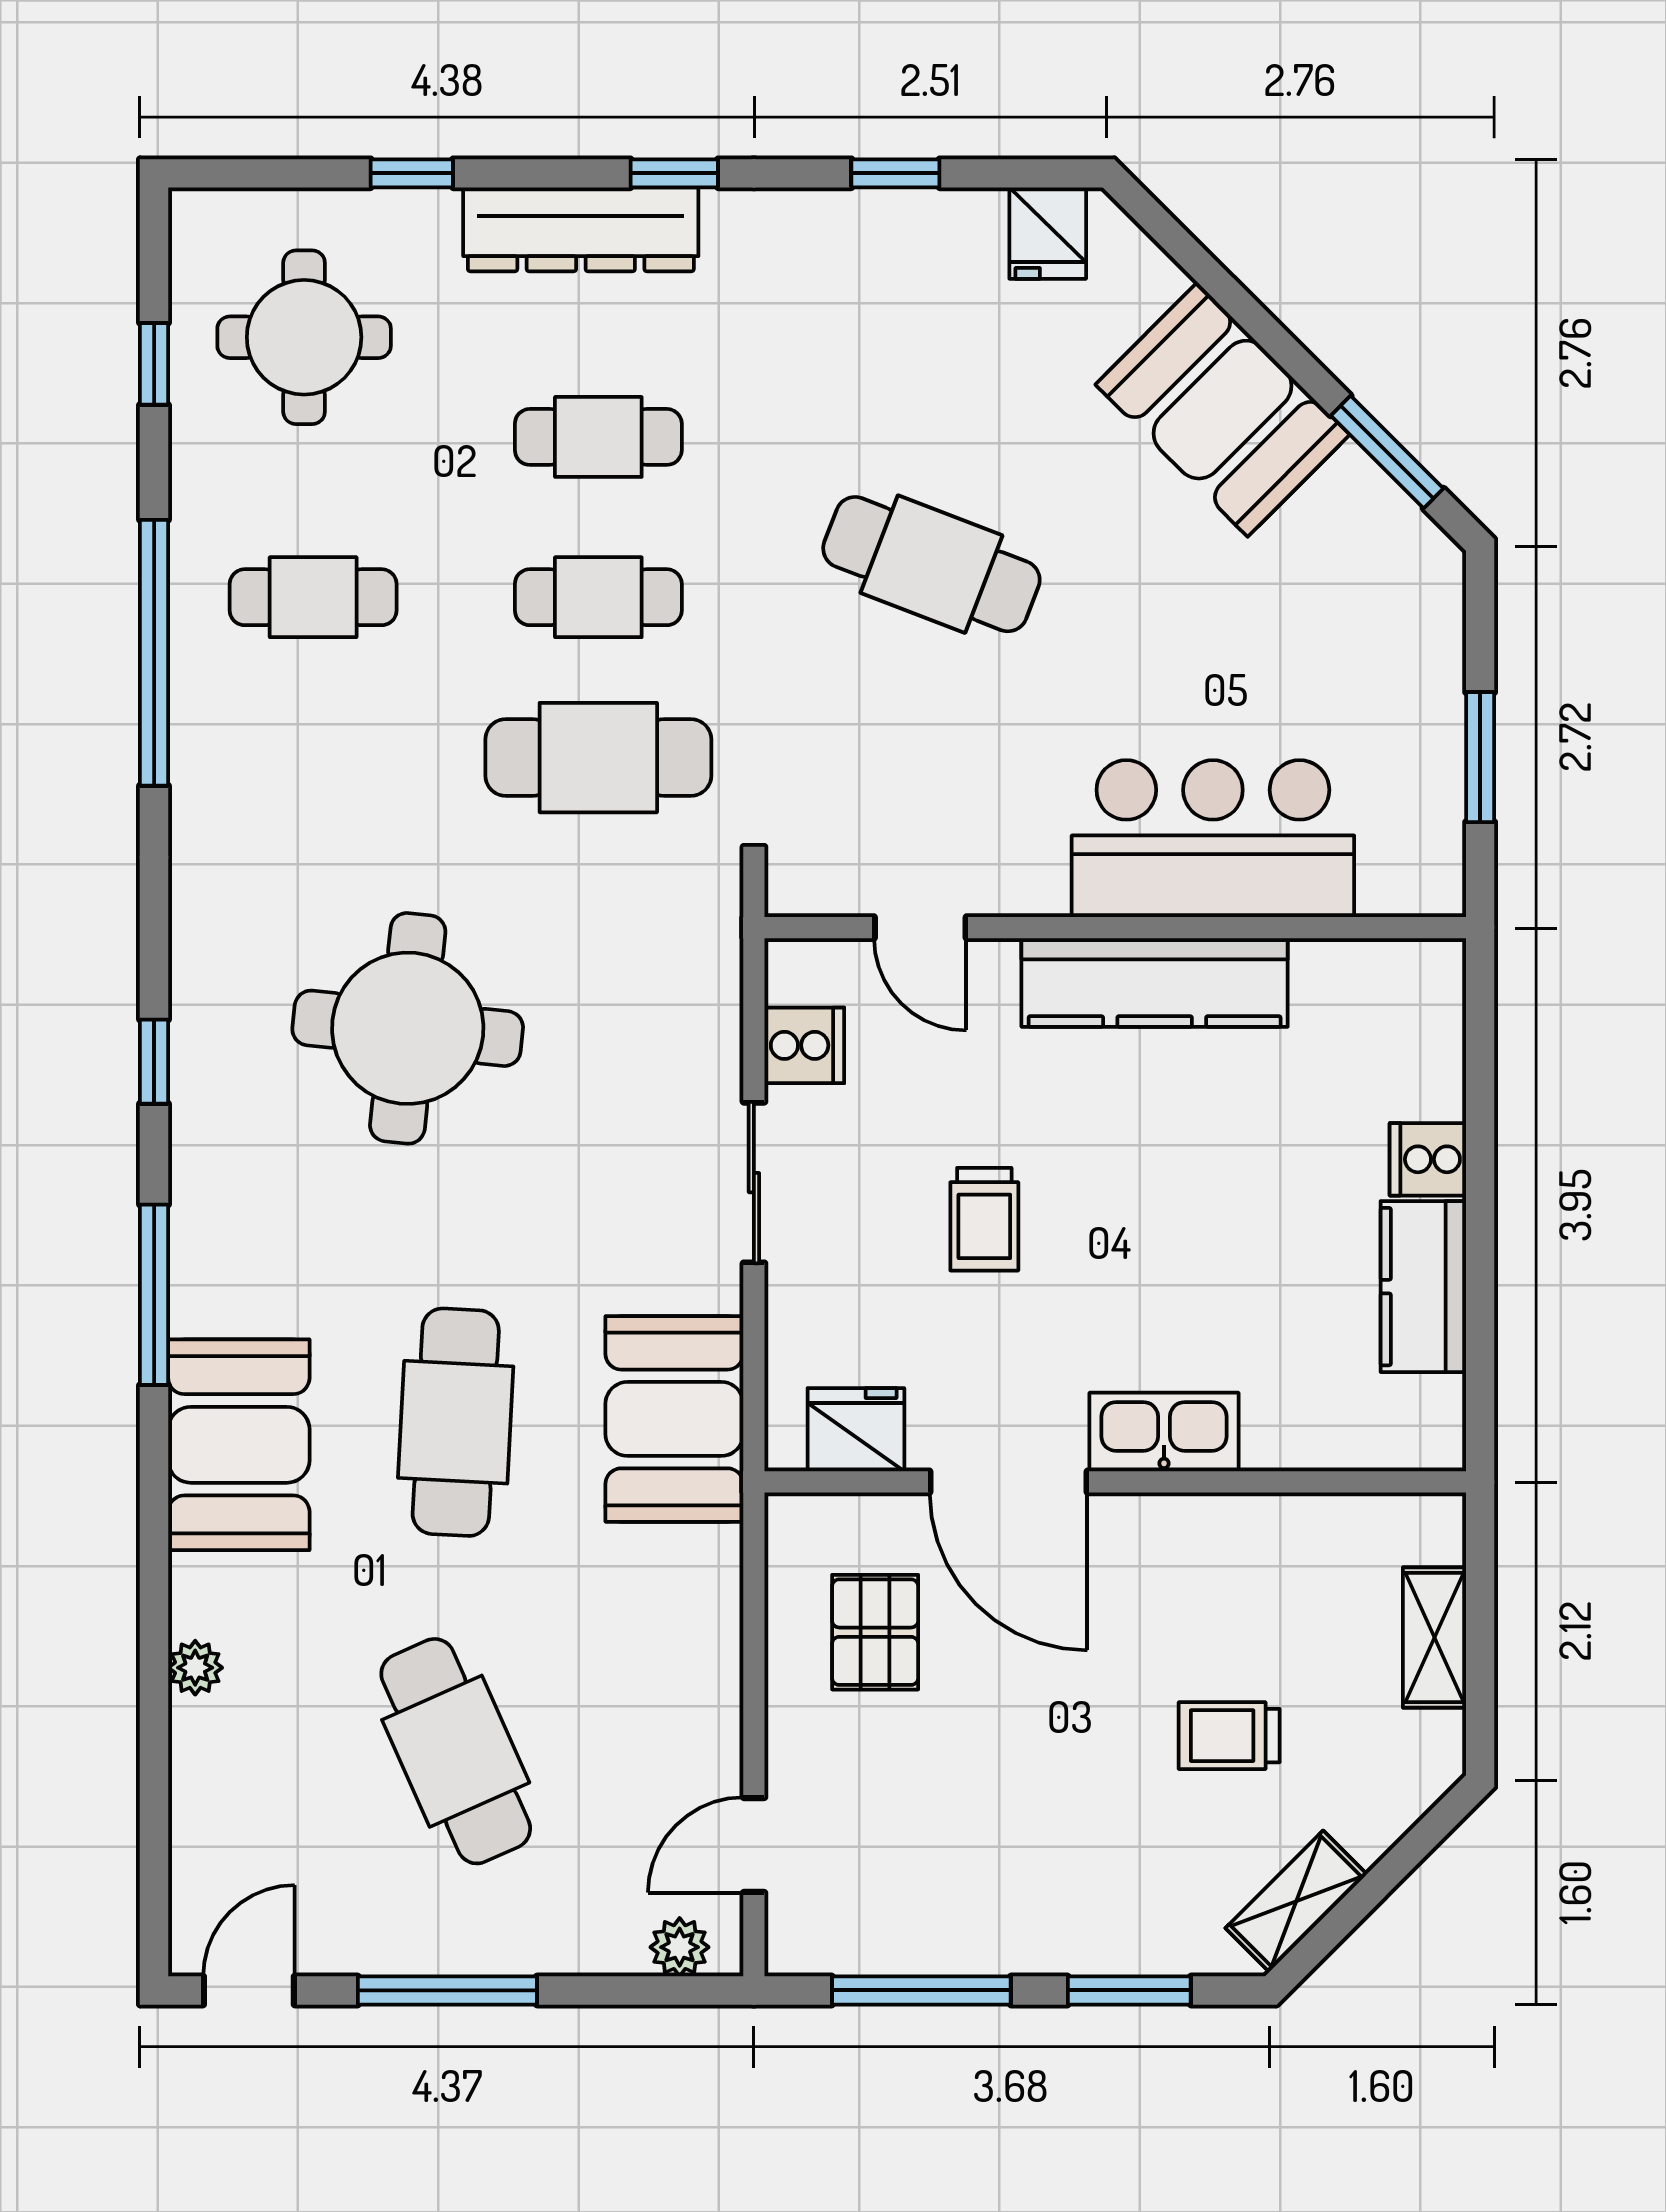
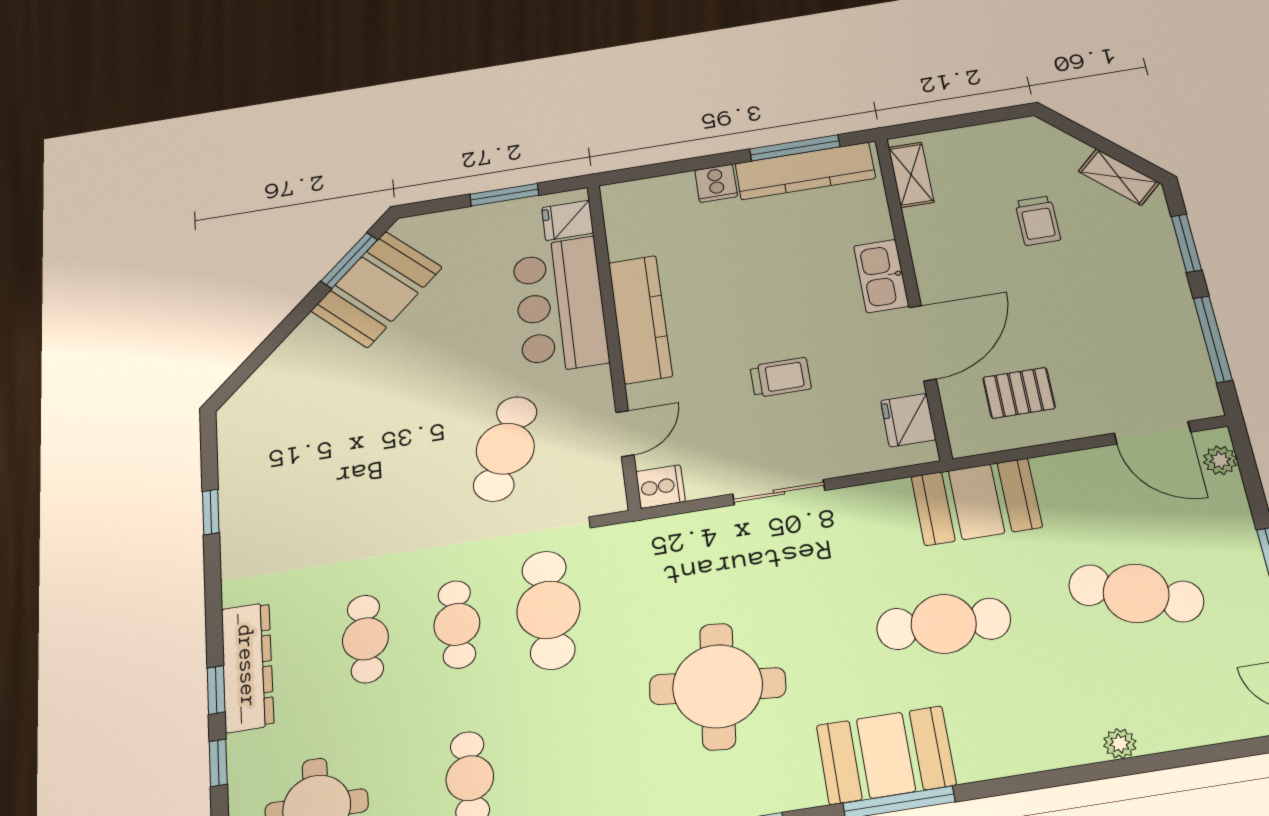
window: (674, 173) -> (216, 690), moved
fridge: (1048, 233) -> (568, 220), moved, turned 180
booth: (1223, 410) -> (377, 289), moved
cafe table: (931, 564) -> (505, 449), moved
cooker: (804, 1045) -> (660, 487), moved, turned 90
kitchen counter: (1423, 1287) -> (805, 171), width x1.50
window: (1480, 1318) -> (795, 148), added
booth: (674, 1419) -> (976, 502), moved
booth: (239, 1445) -> (886, 755), moved
shelving: (1434, 1638) -> (911, 175), moved, turned 90
cafe table: (456, 1751) -> (1136, 593), turned 45
door: (754, 1845) -> (1152, 433), width x1.38

